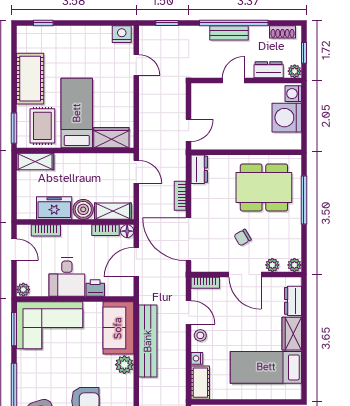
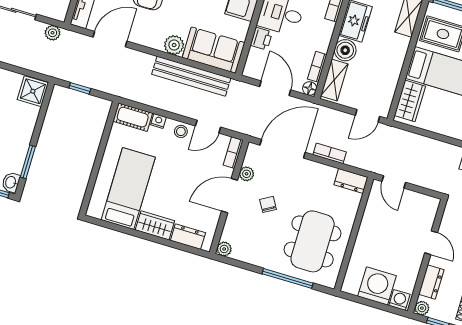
plant: (272, 265) -> (247, 174), moved

